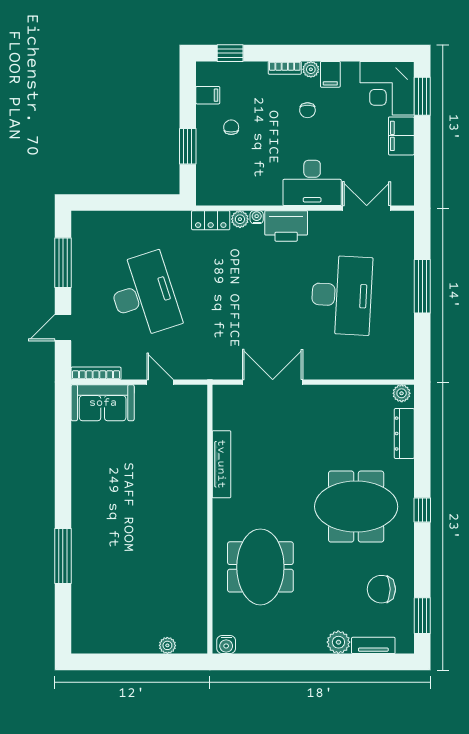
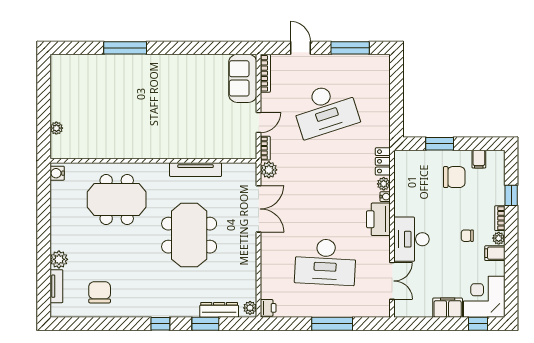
window: (230, 53) -> (511, 195), moved
window: (422, 96) -> (478, 324), width x0.67
chair: (231, 127) -> (454, 177), width x1.87, depth x1.87
plant: (222, 369) -> (269, 170), added
printer: (402, 370) -> (268, 308), added
bookcase: (194, 373) -> (265, 148), added
meeting table: (356, 507) -> (189, 235), moved
window: (422, 616) -> (205, 324), moved

